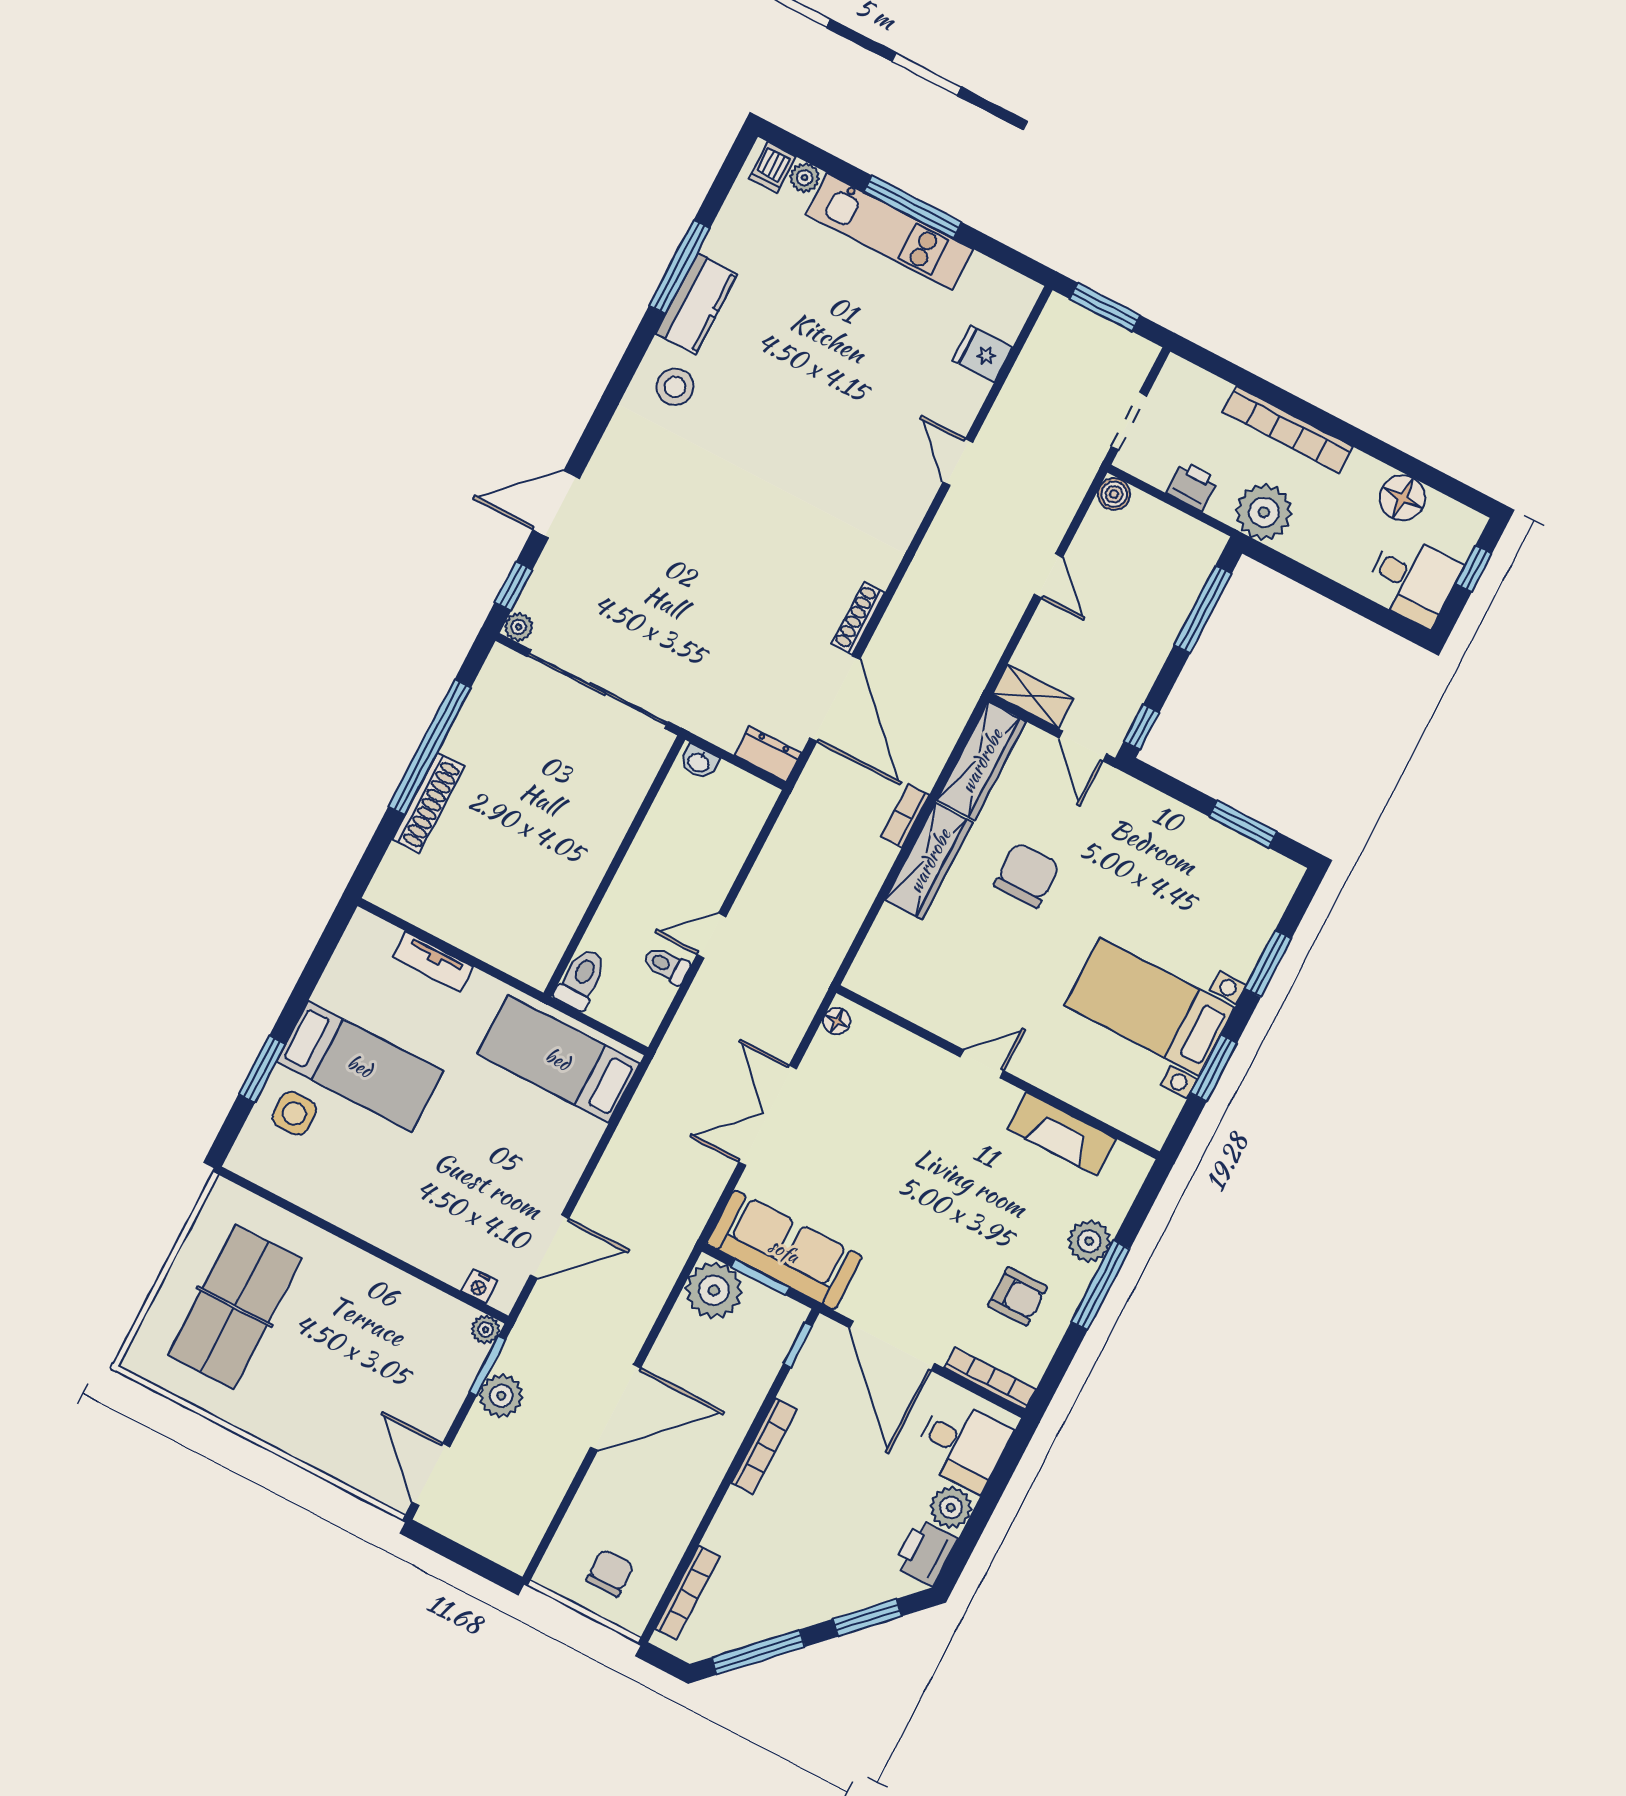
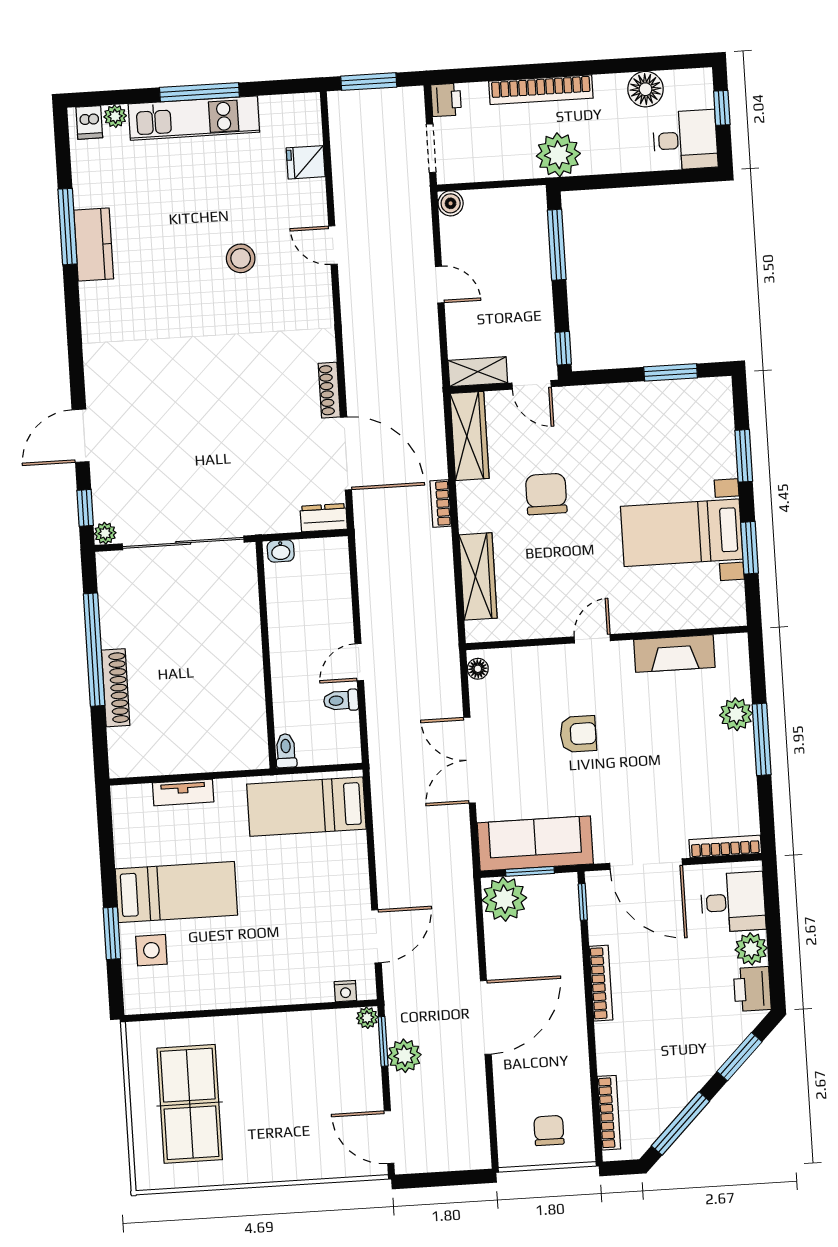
stool: (675, 387) -> (241, 258), moved
printer: (1192, 486) -> (446, 100), moved, turned 90
wardrobe: (929, 861) -> (478, 576), moved
toilet: (581, 979) -> (286, 751), width x0.73, depth x0.72
armchair: (1017, 1296) -> (578, 734), moved

